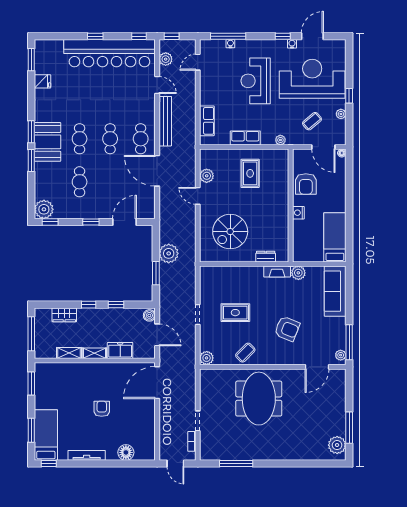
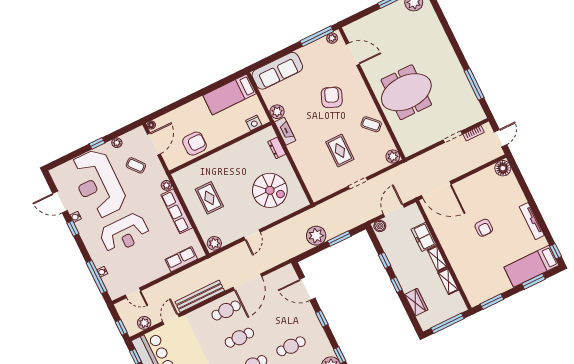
row of seats: (245, 138) -> (177, 211), width x1.48
rug: (250, 173) -> (209, 198), turned 90
plant: (207, 176) -> (214, 243), moved
nightstand: (298, 213) -> (254, 123), moved
armchair: (102, 409) -> (484, 228), turned -90
floor lamp: (126, 452) -> (503, 168), moved

